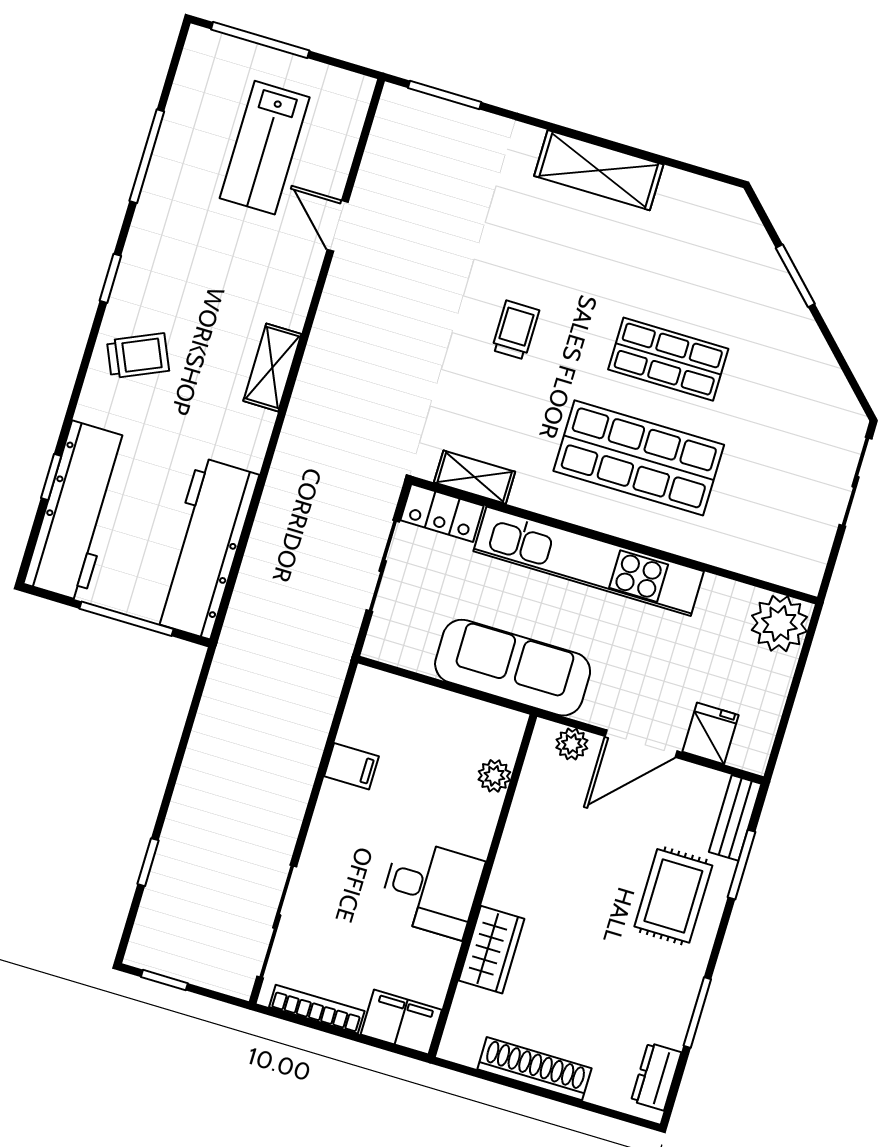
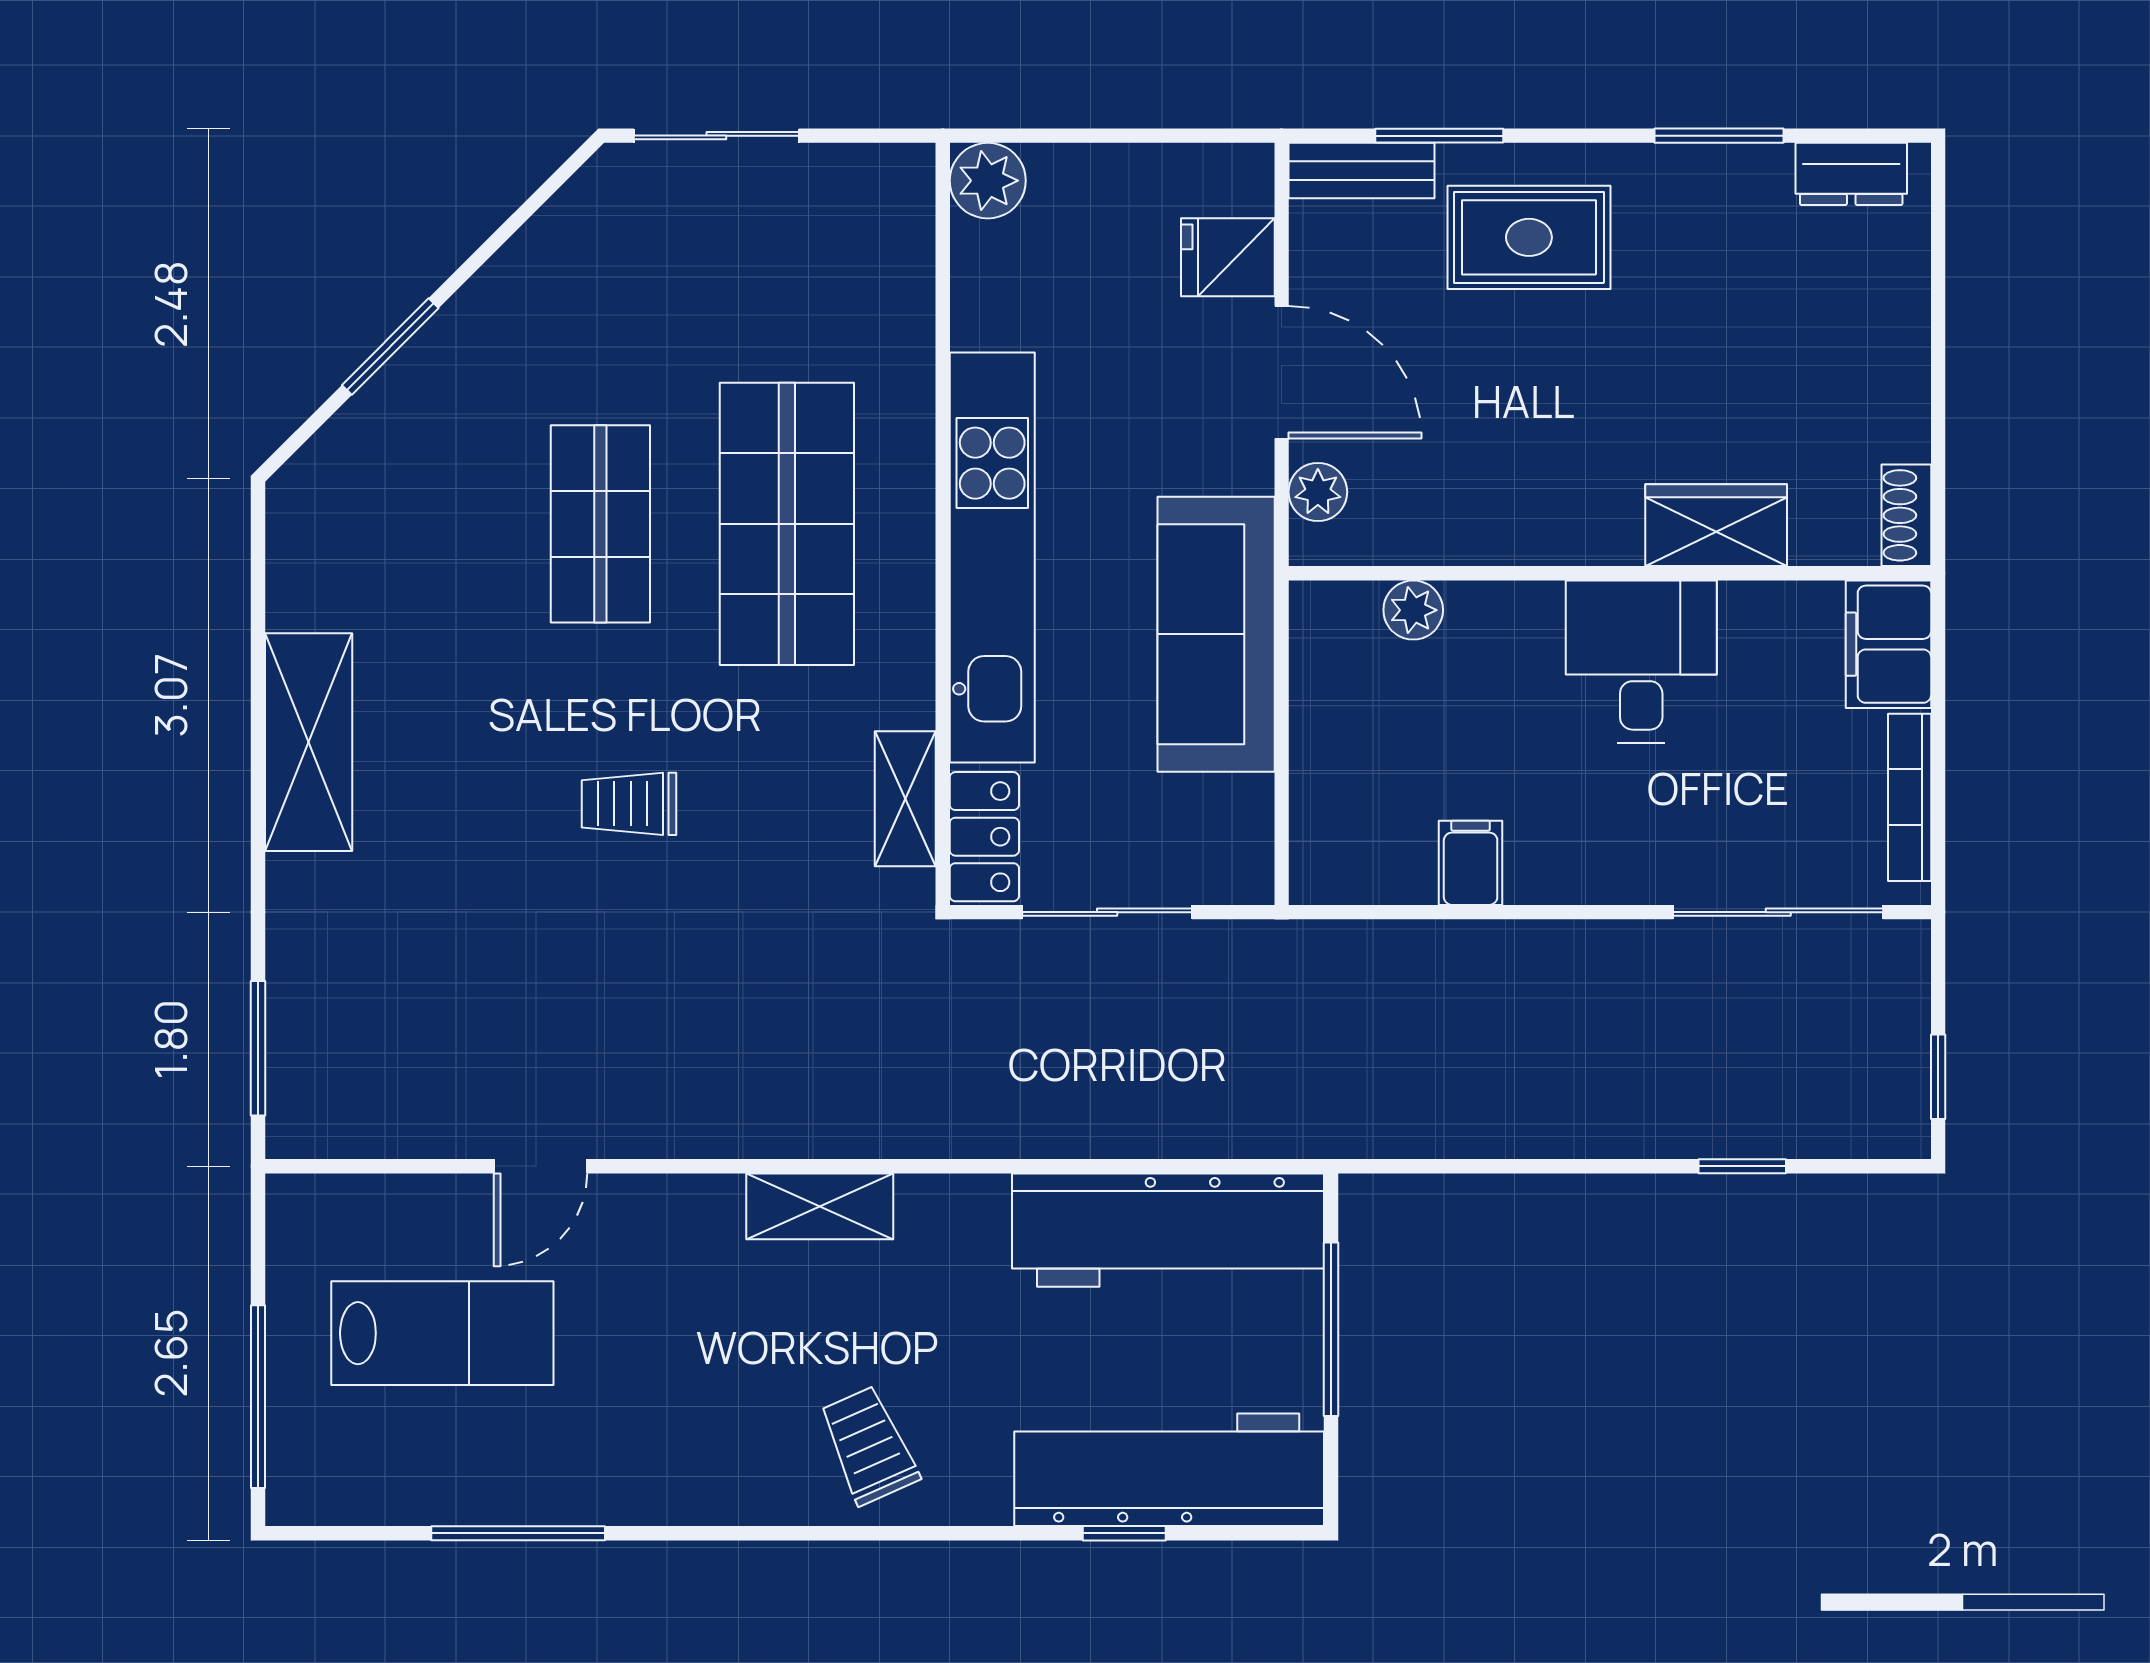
window: (110, 278) -> (749, 1533), removed
plant: (779, 623) -> (988, 181), width x0.73, depth x0.73
shoe rack: (534, 1069) -> (1906, 515), moved, width x0.51, depth x0.81

